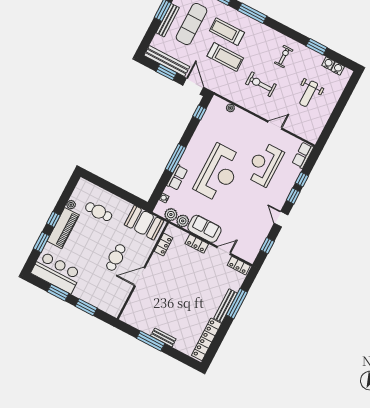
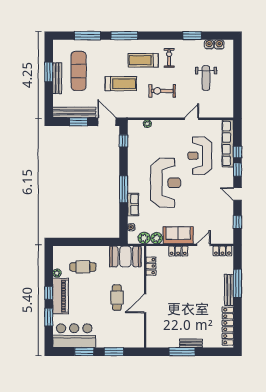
treadmill: (227, 32) -> (143, 60), moved
row of seats: (303, 155) -> (228, 143), width x2.02

